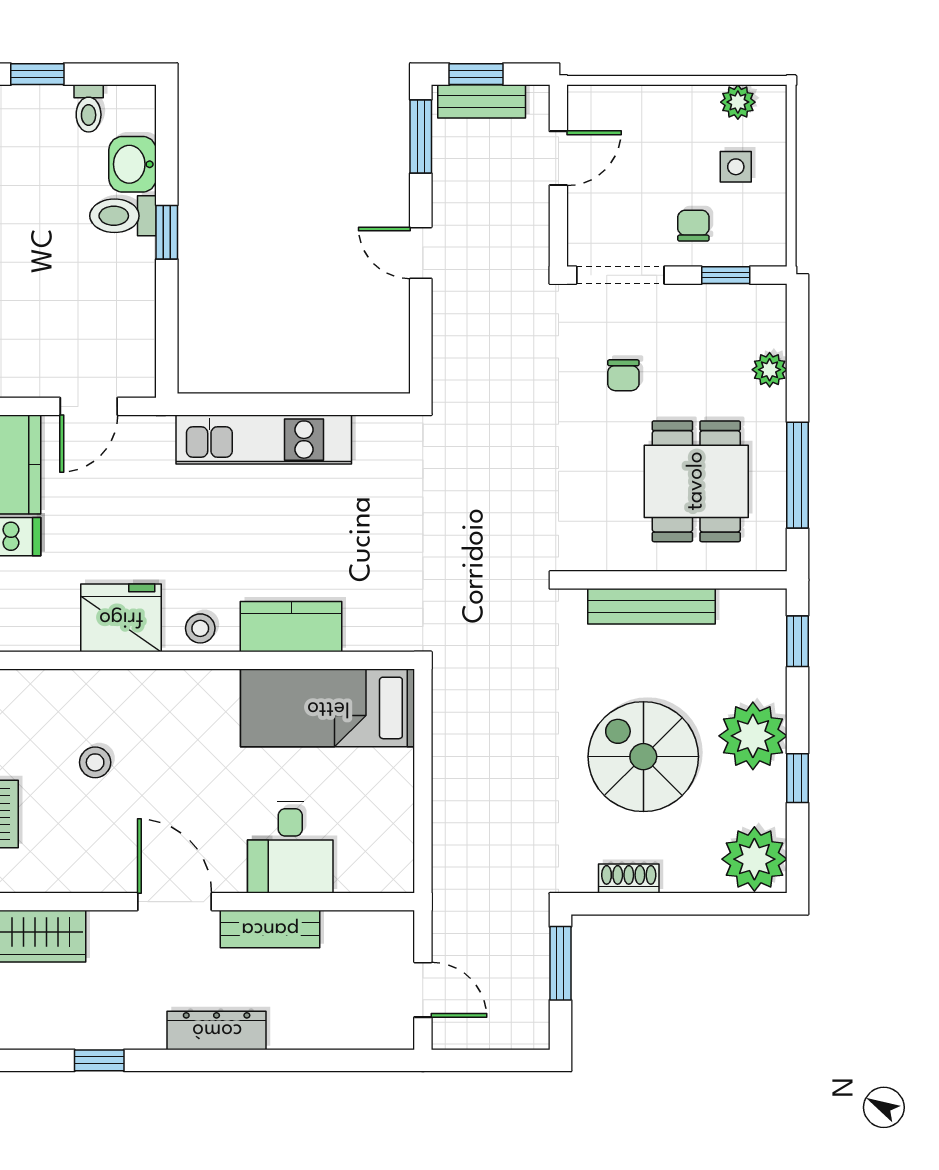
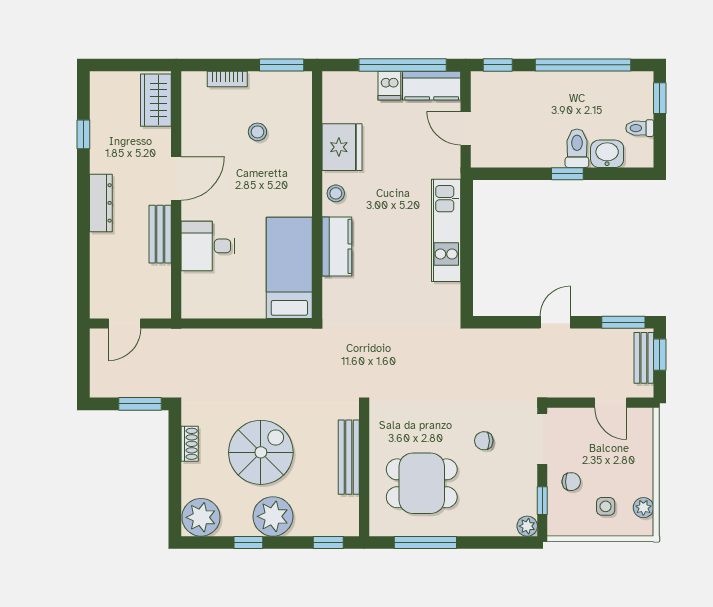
plant: (770, 370) -> (527, 526), moved

